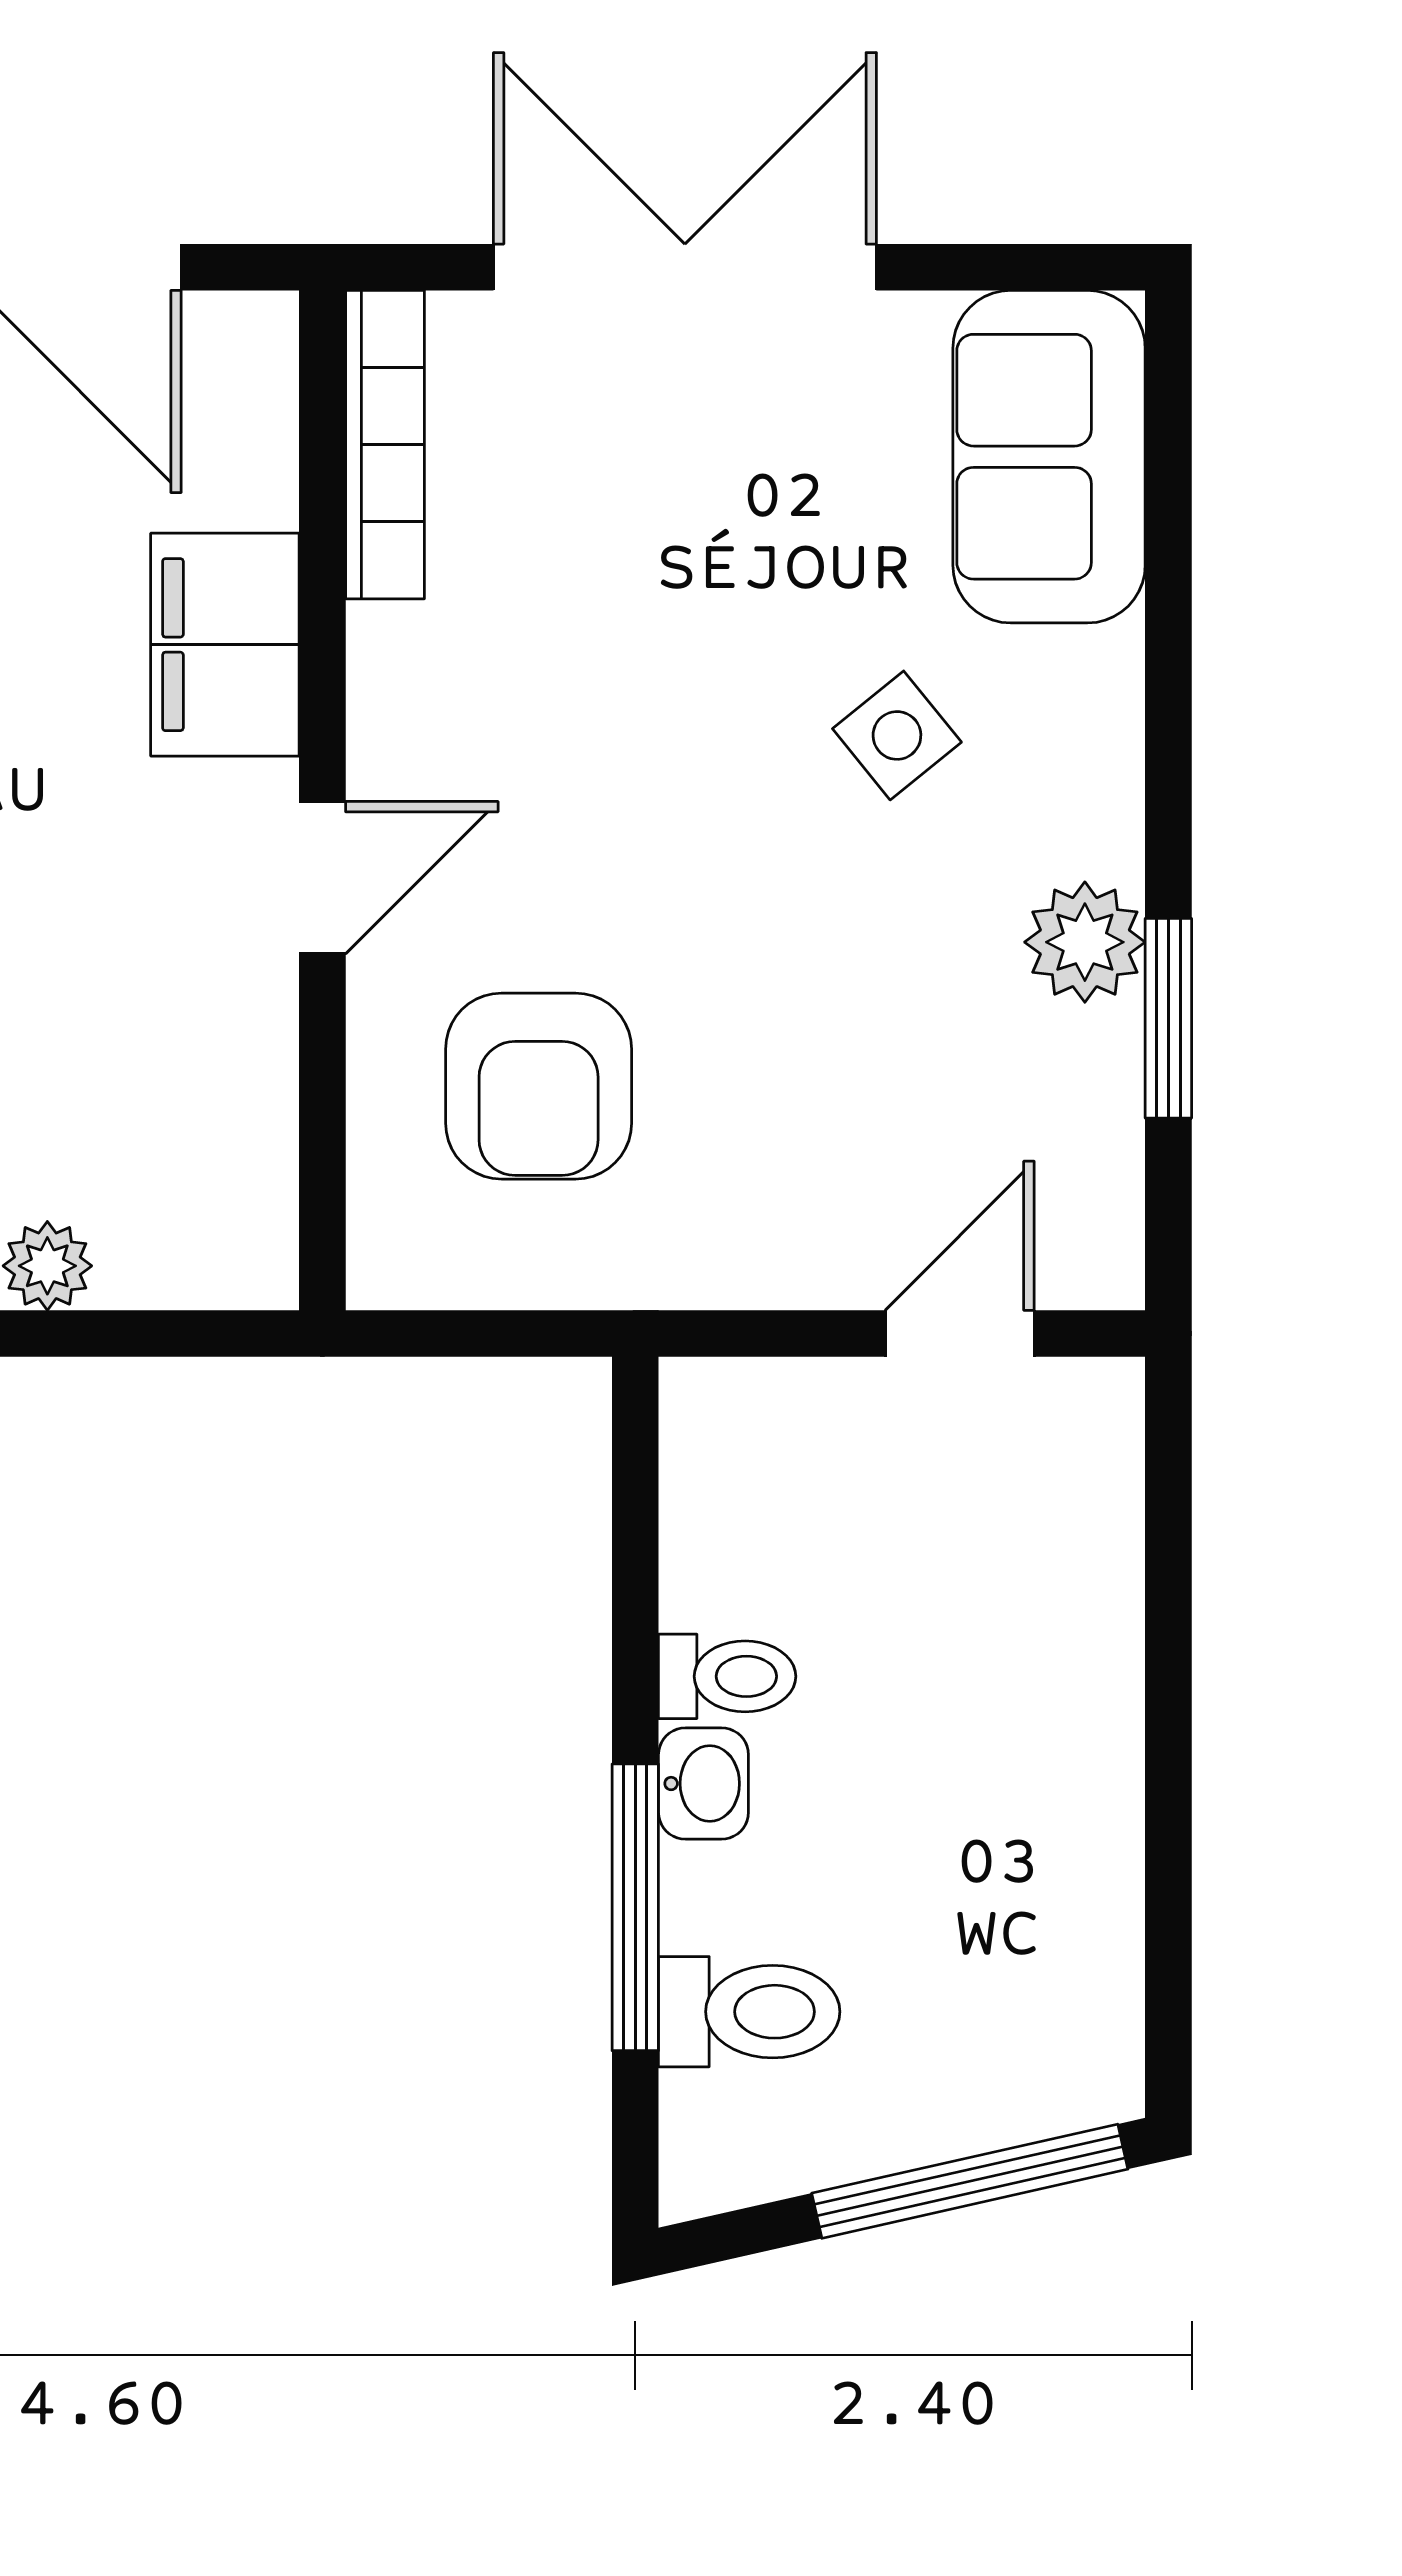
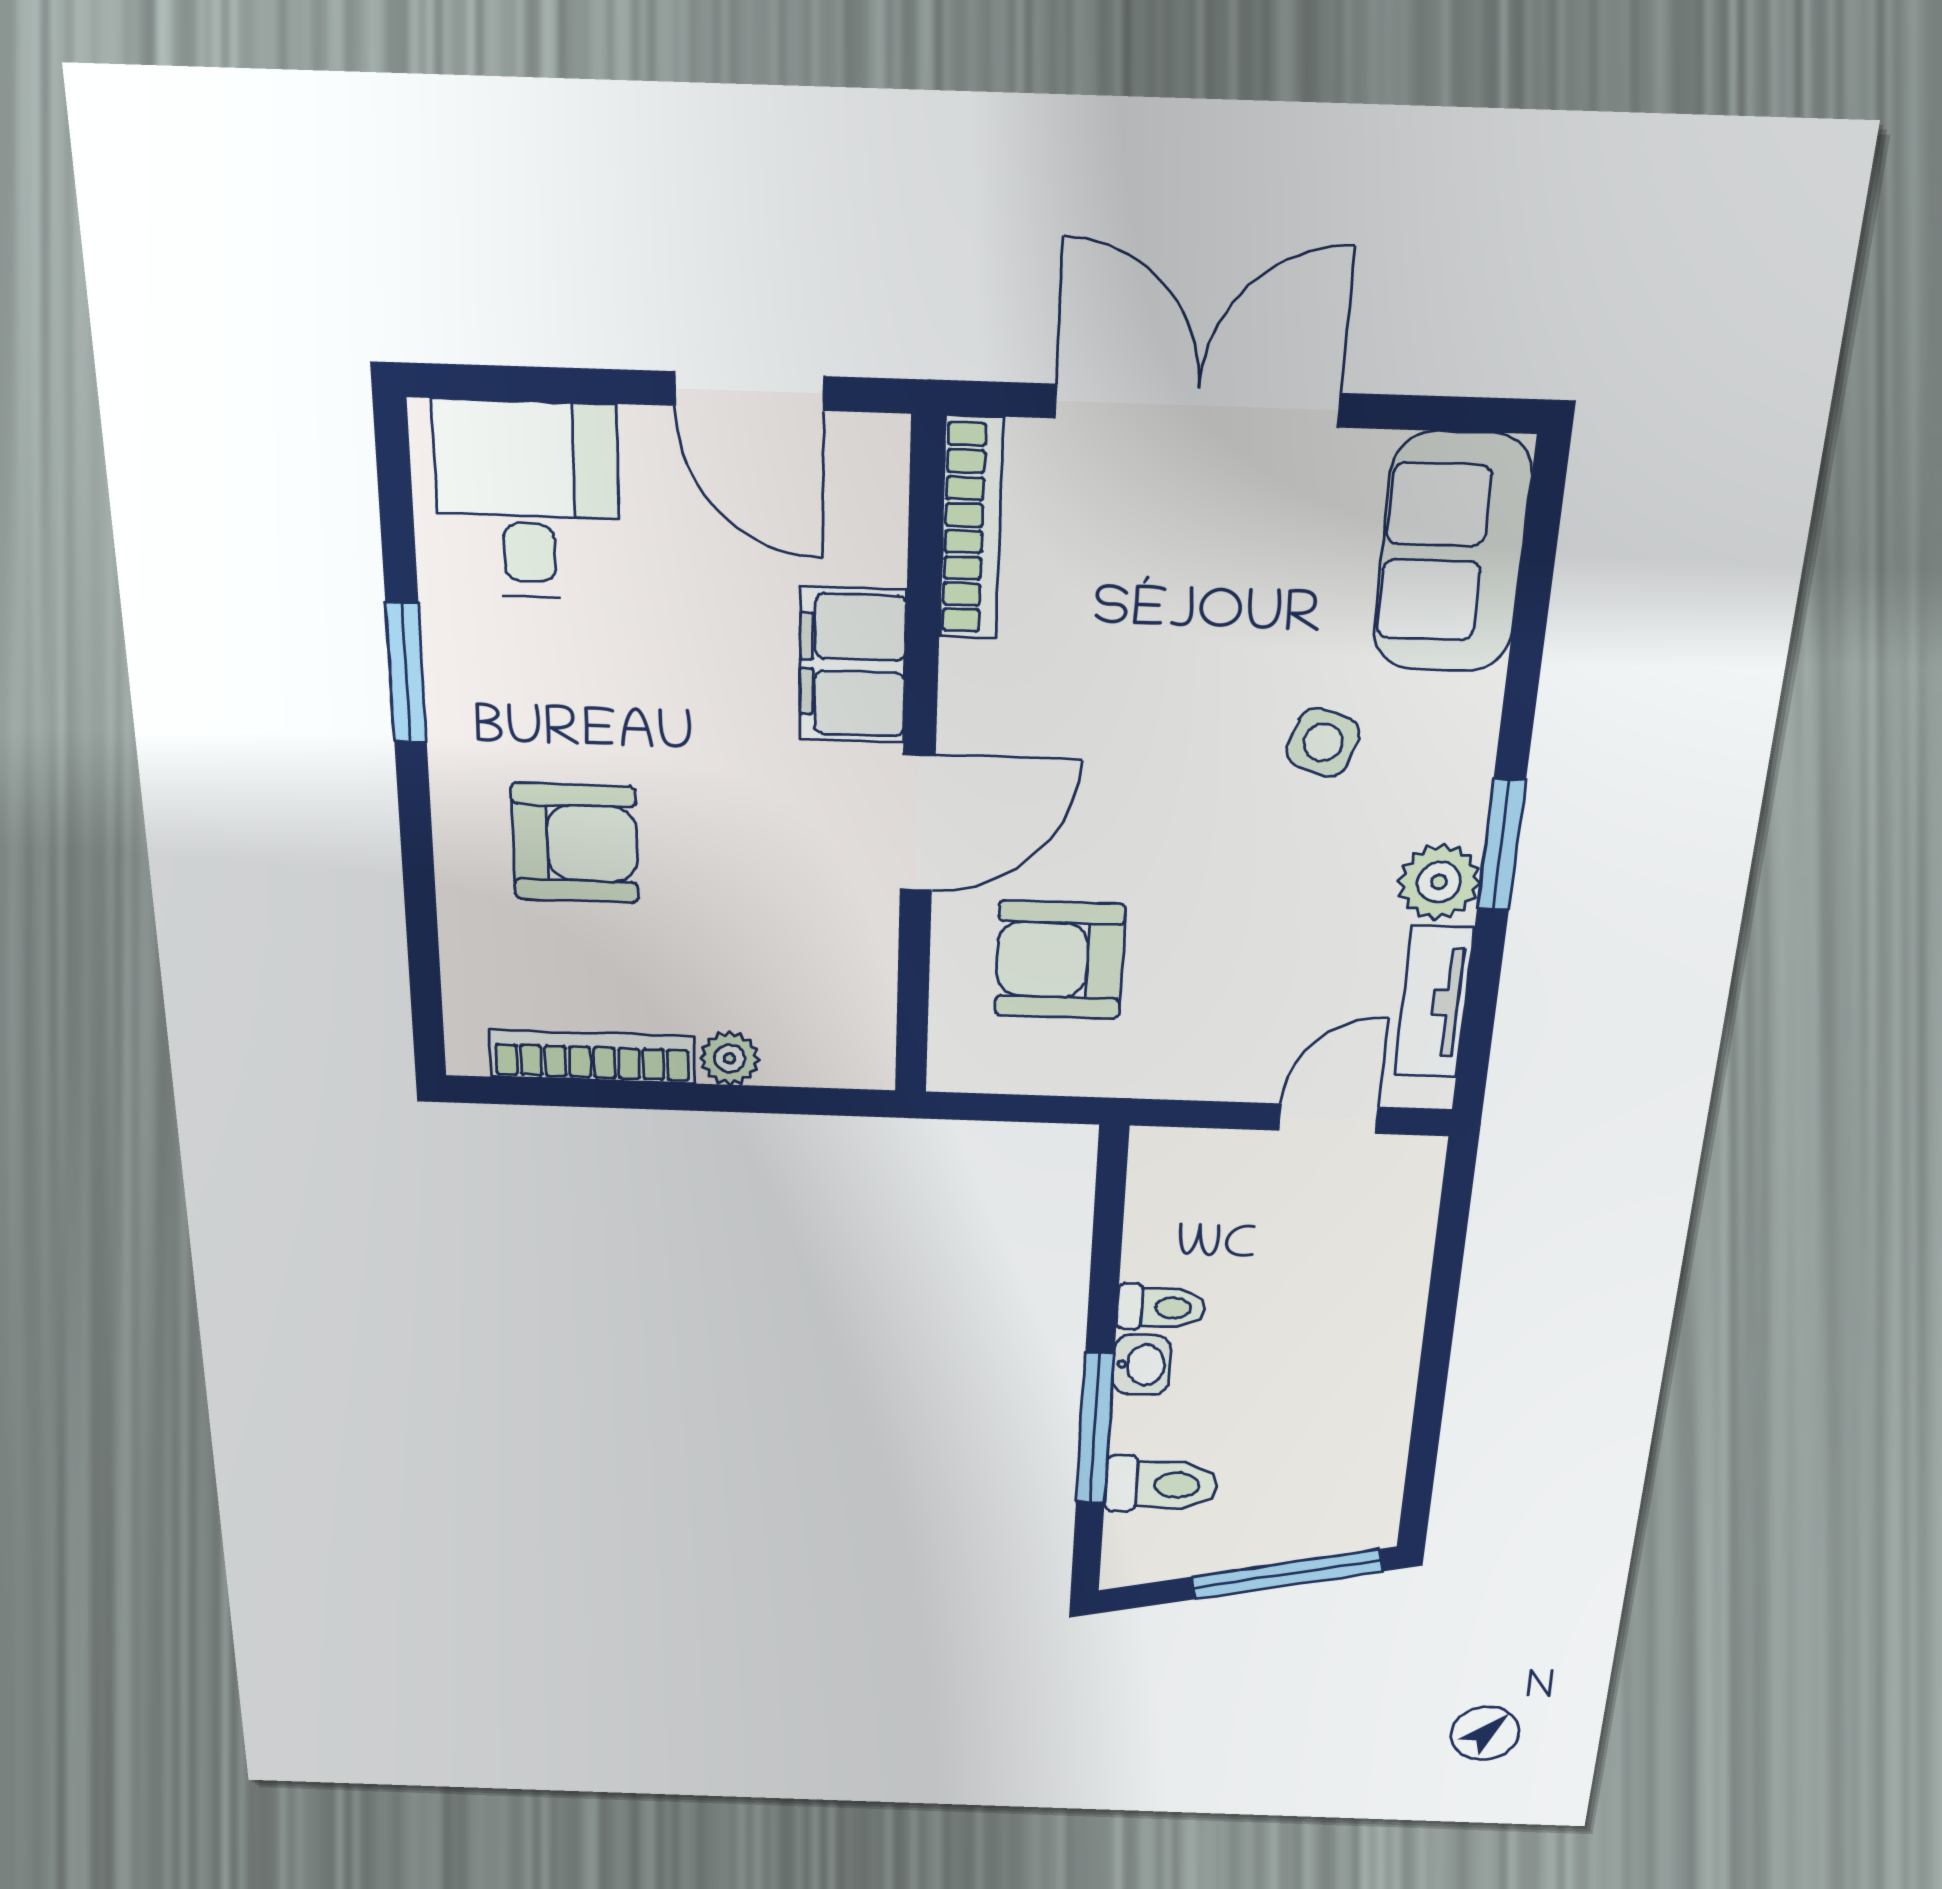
side table: (897, 735) -> (1323, 742), turned -33
door: (322, 878) -> (918, 823), width x1.37
window: (1168, 1018) -> (1501, 845), moved
armchair: (539, 1086) -> (1060, 960), turned 90
tv unit: (1099, 1133) -> (1434, 1002), added

